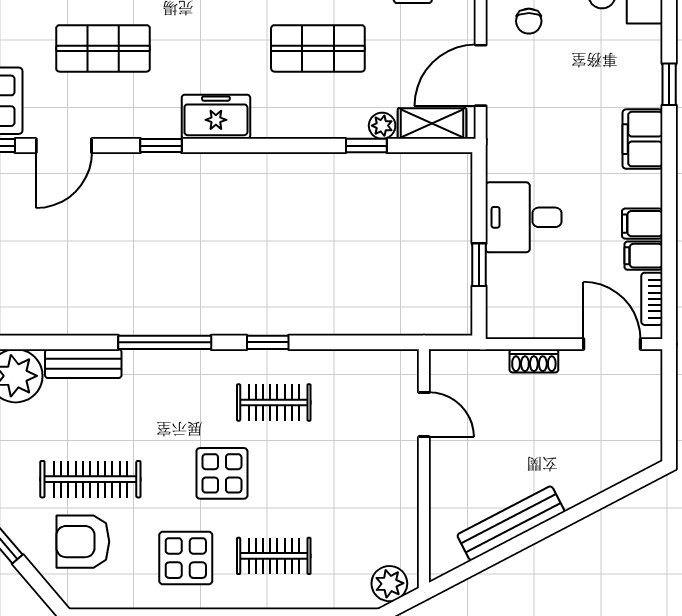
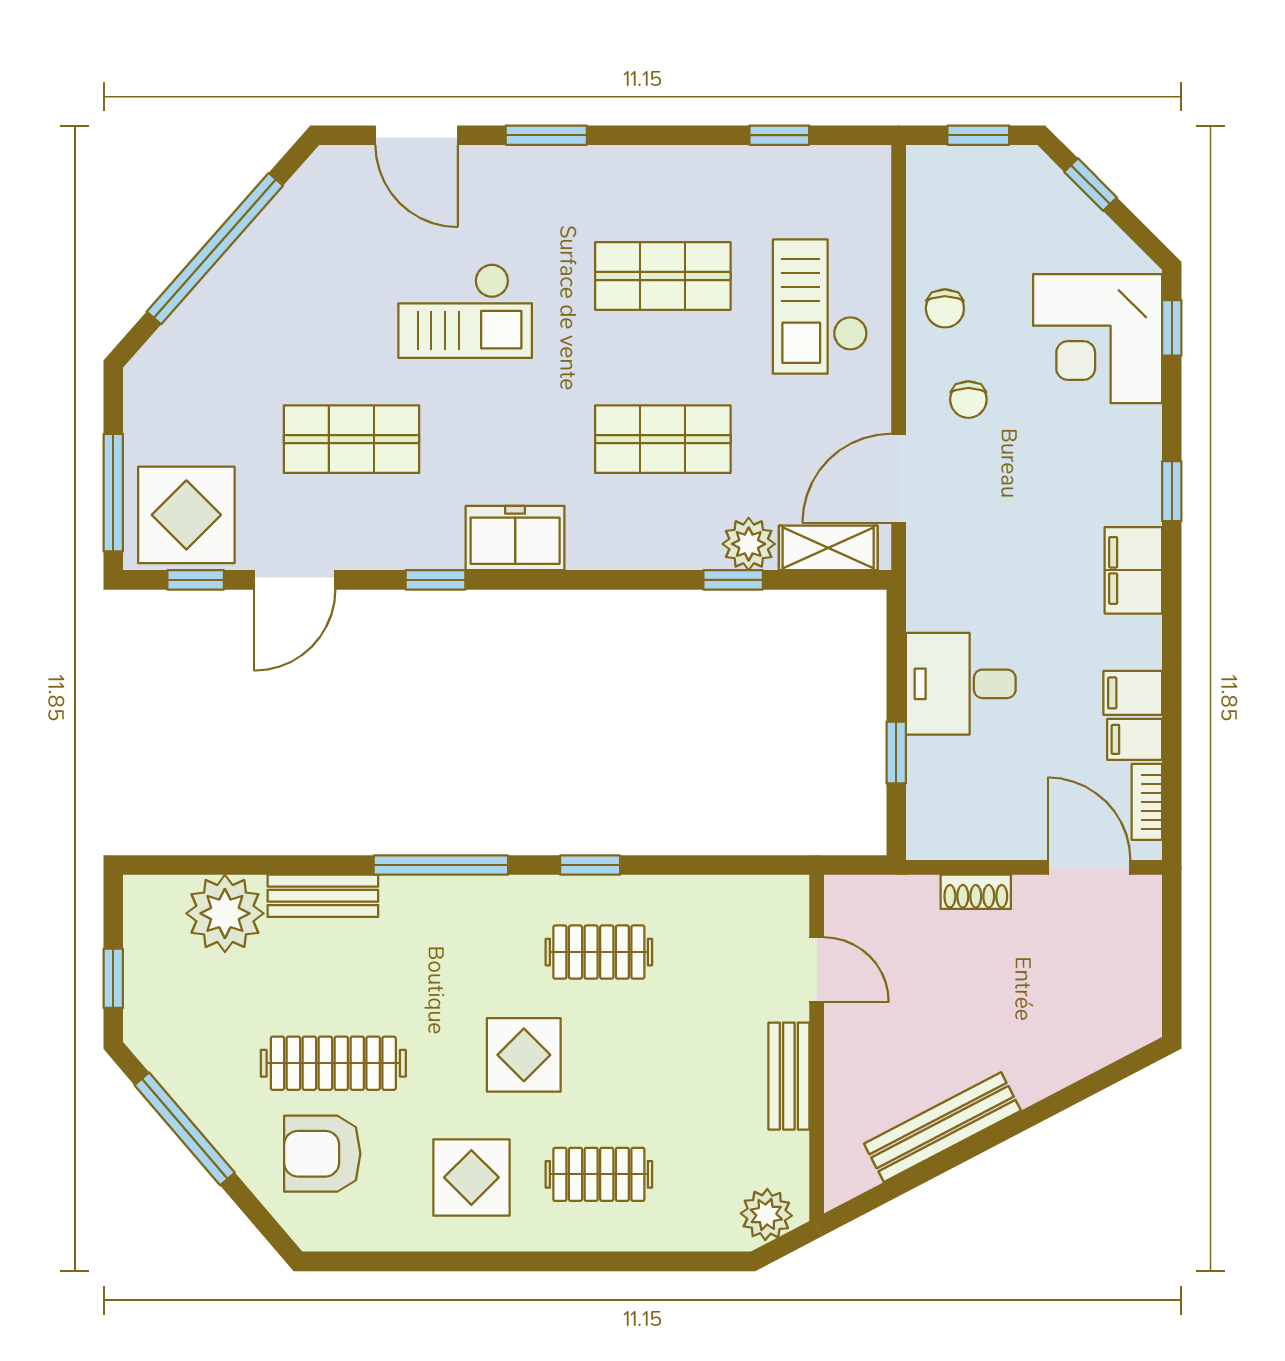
plant: (382, 126) -> (749, 544), width x1.38, depth x1.38
bench: (405, 488) -> (789, 1076), added

